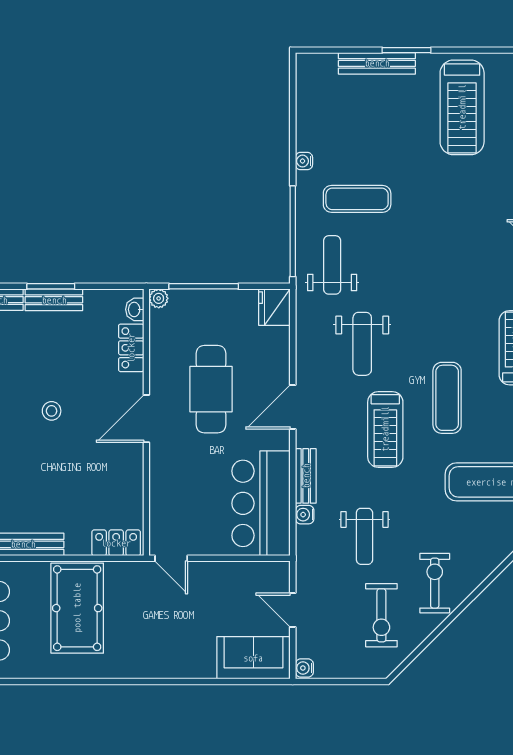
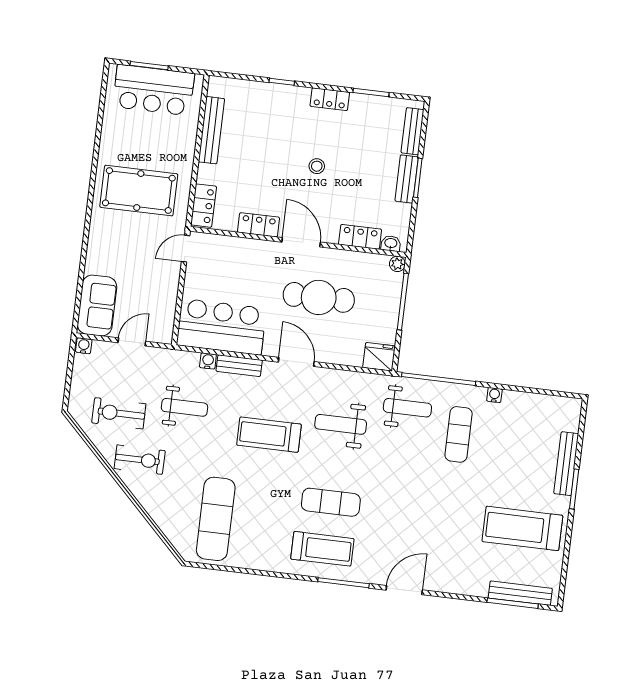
exercise mat: (447, 398) -> (331, 502), moved
locker: (131, 473) -> (259, 225), added
weight bench: (364, 536) -> (185, 407), turned 180
pool table: (77, 608) -> (139, 191), moved

